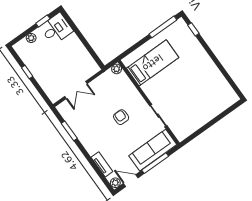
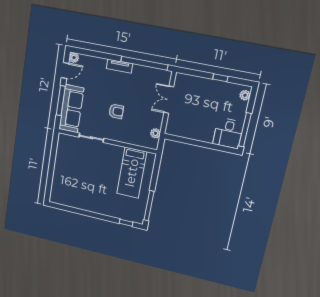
window: (43, 21) -> (245, 130), width x2.17
plant: (31, 38) -> (245, 95), moved
plant: (117, 69) -> (155, 133), moved
window: (69, 131) -> (144, 63), width x2.11
tv unit: (102, 164) -> (119, 66), moved

